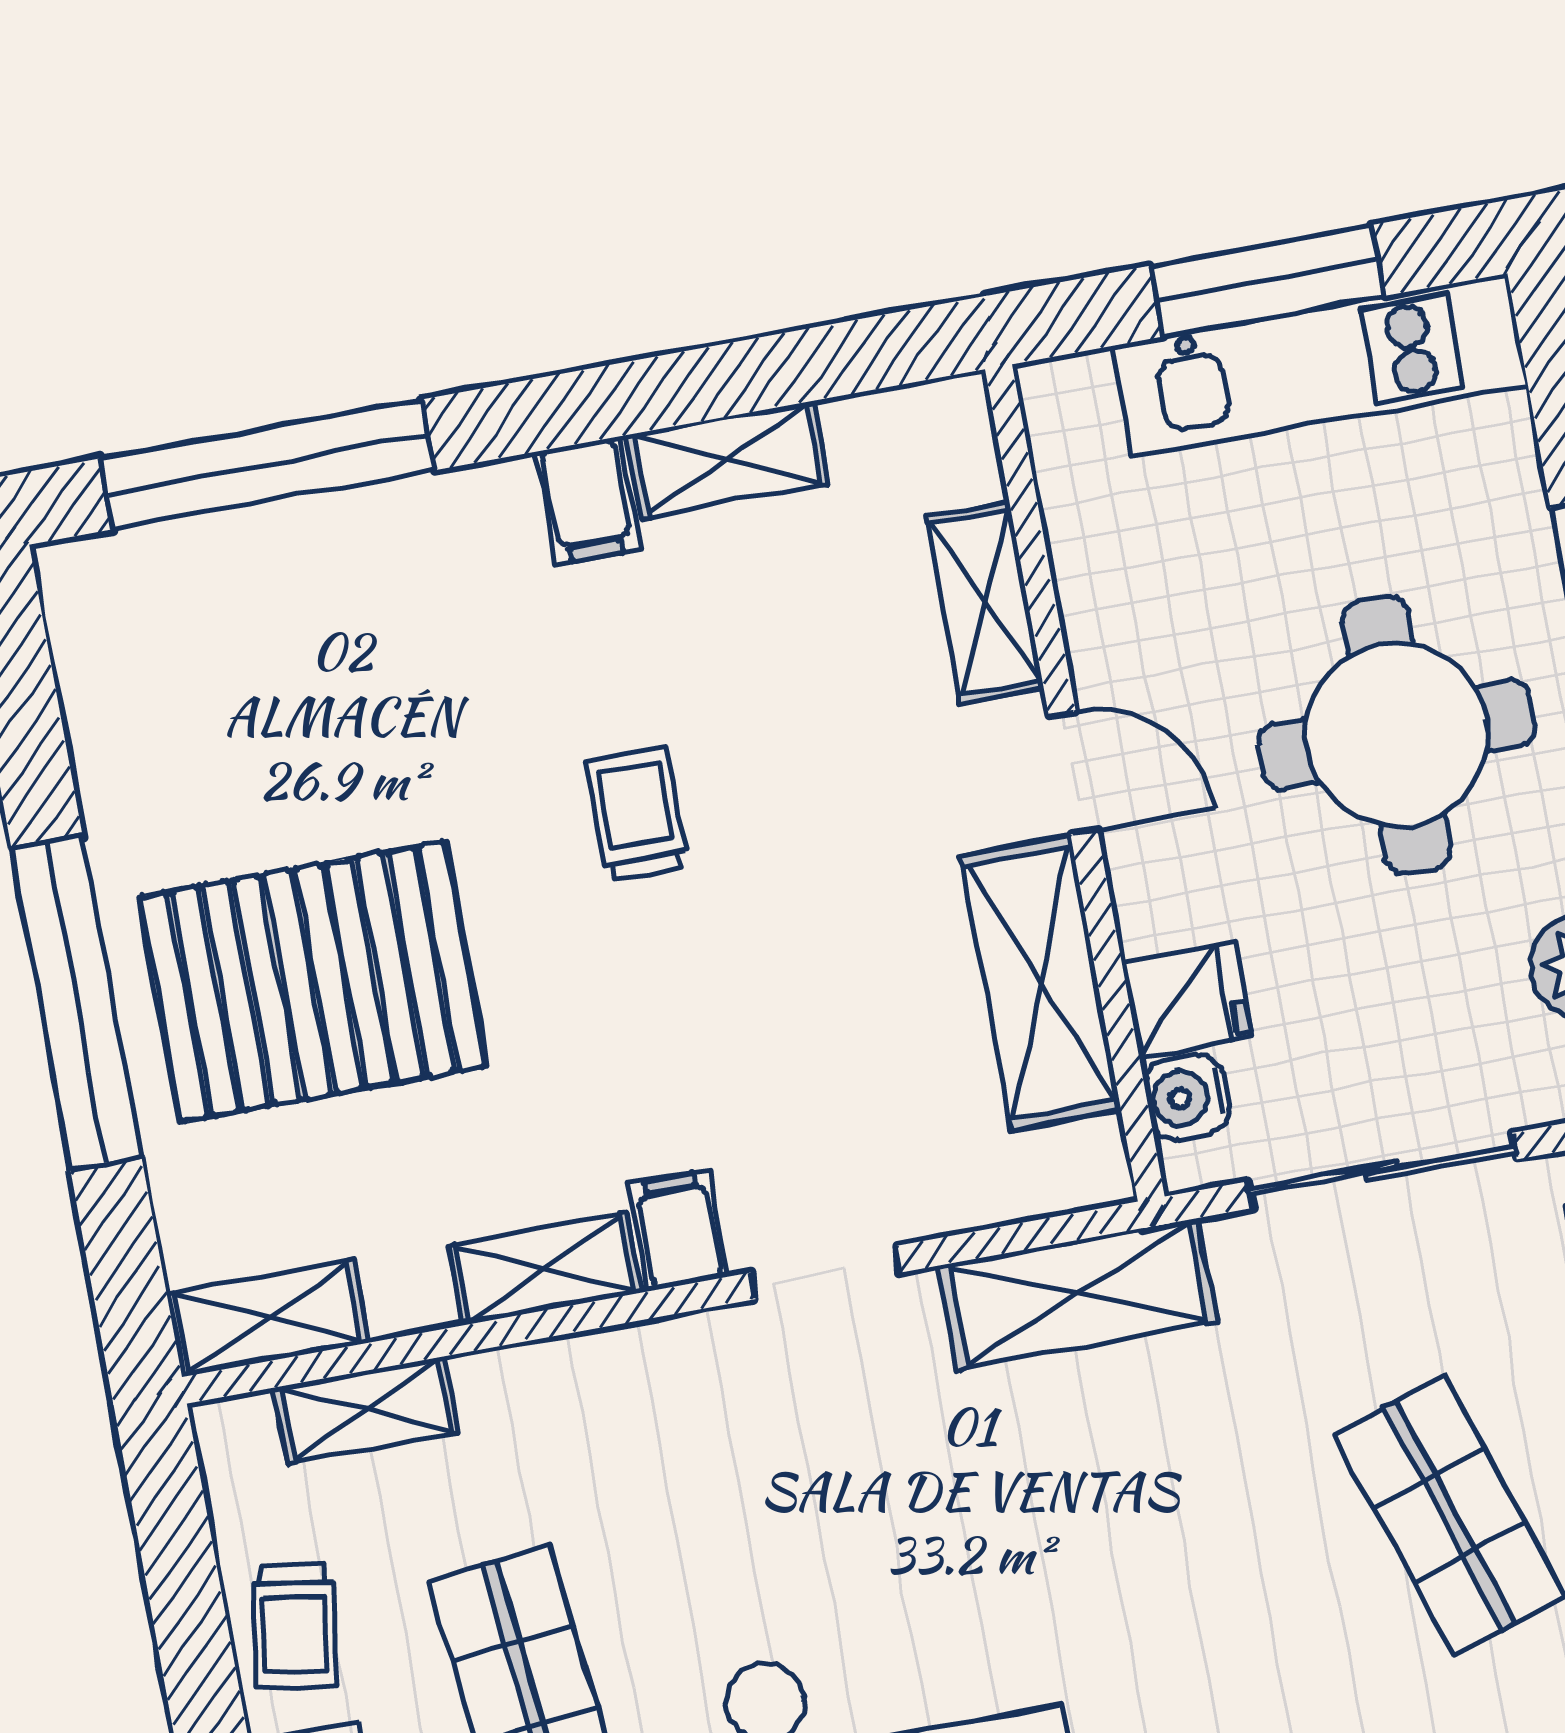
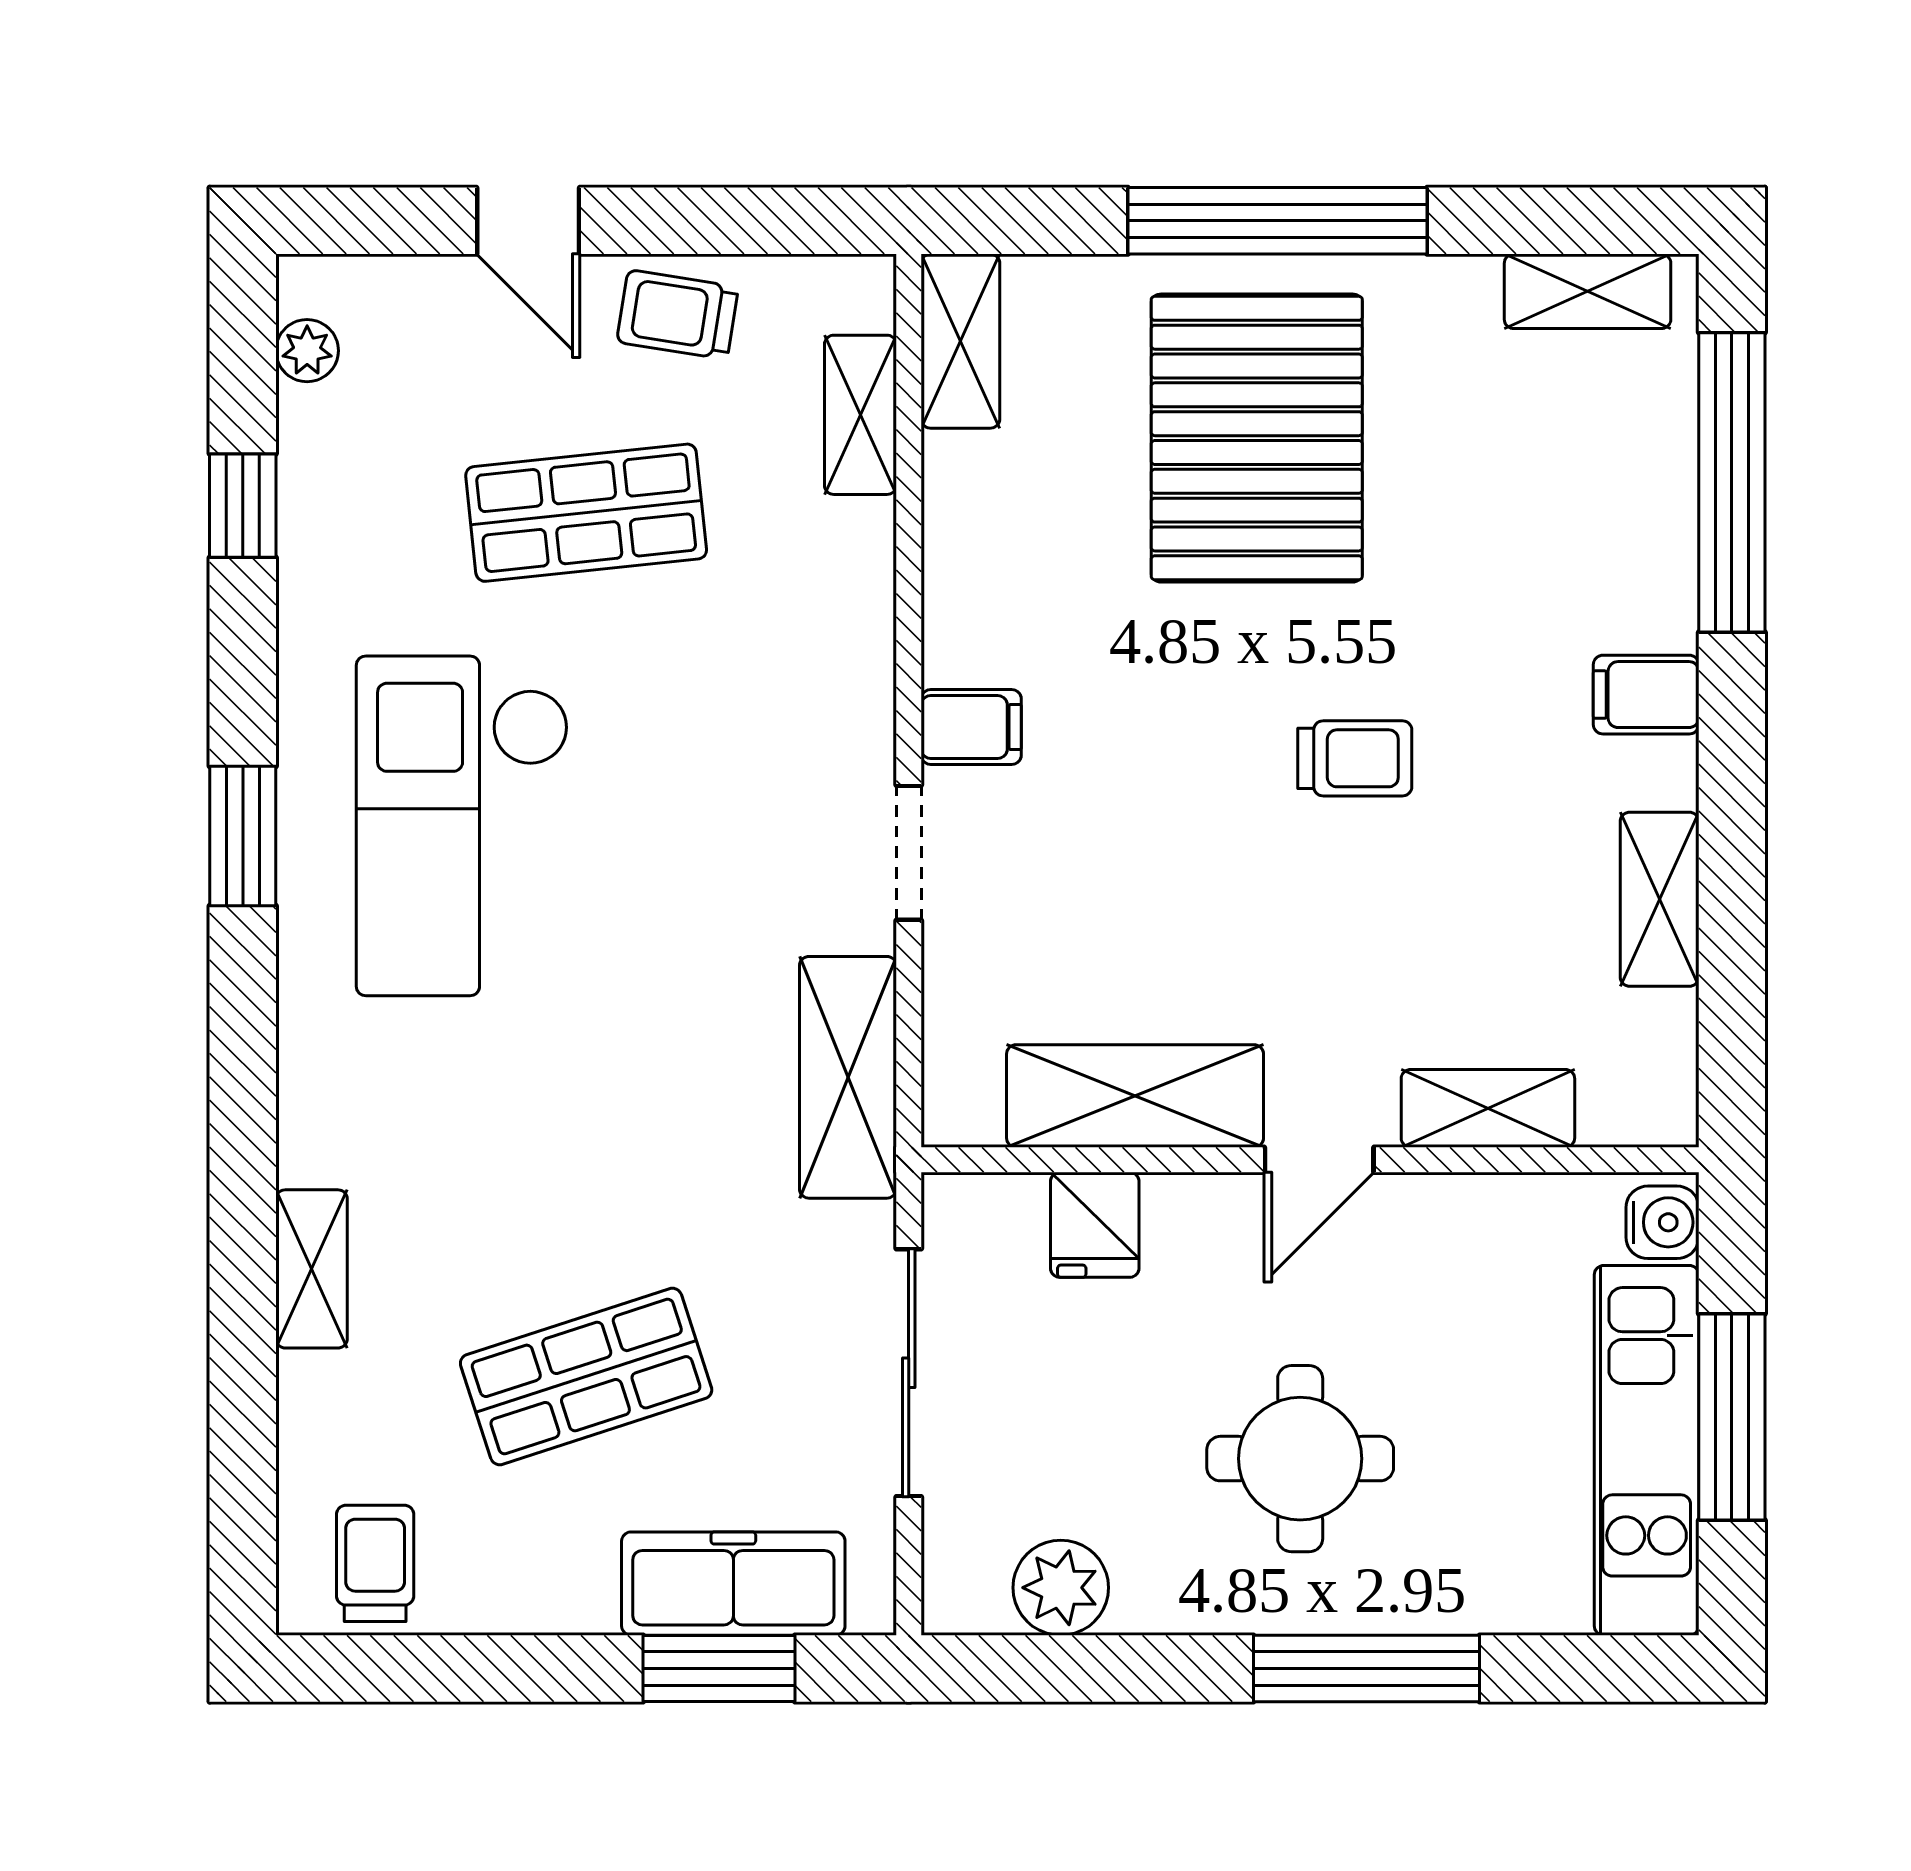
filing cabinet: (587, 500) -> (1646, 695), moved
round table: (1397, 735) -> (1300, 1459), width x0.73, depth x0.73
water cooler: (1187, 1097) -> (1662, 1222), moved, turned 90
shelving: (545, 1269) -> (1588, 291), moved, turned 90

